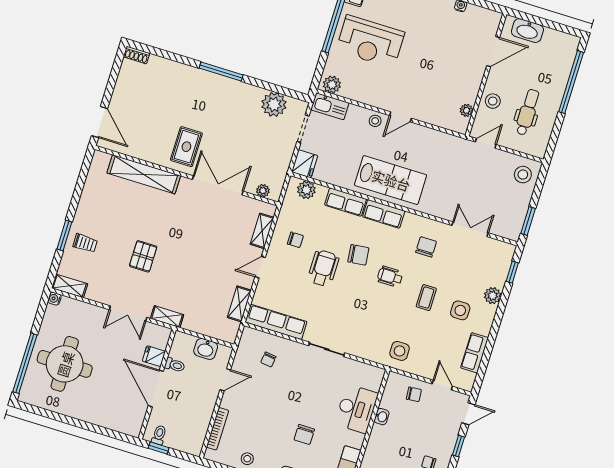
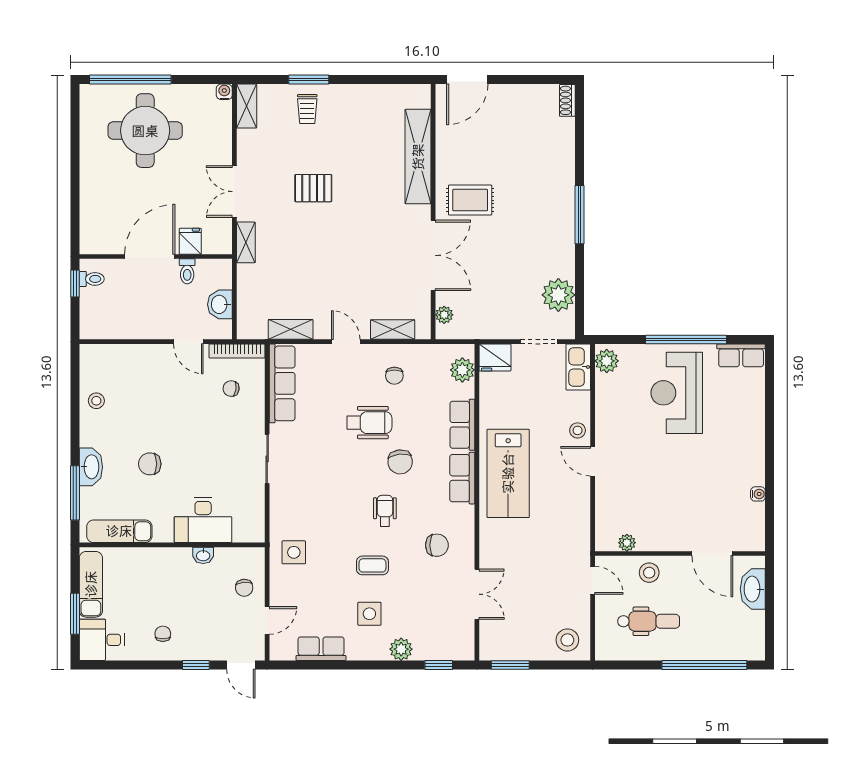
bookcase: (218, 429) -> (237, 351), moved

